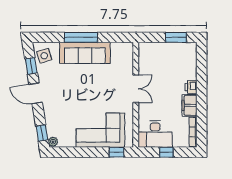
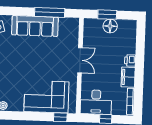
window: (81, 37) -> (50, 12), moved
window: (176, 37) -> (107, 15), moved
floor lamp: (168, 50) -> (110, 26), added

